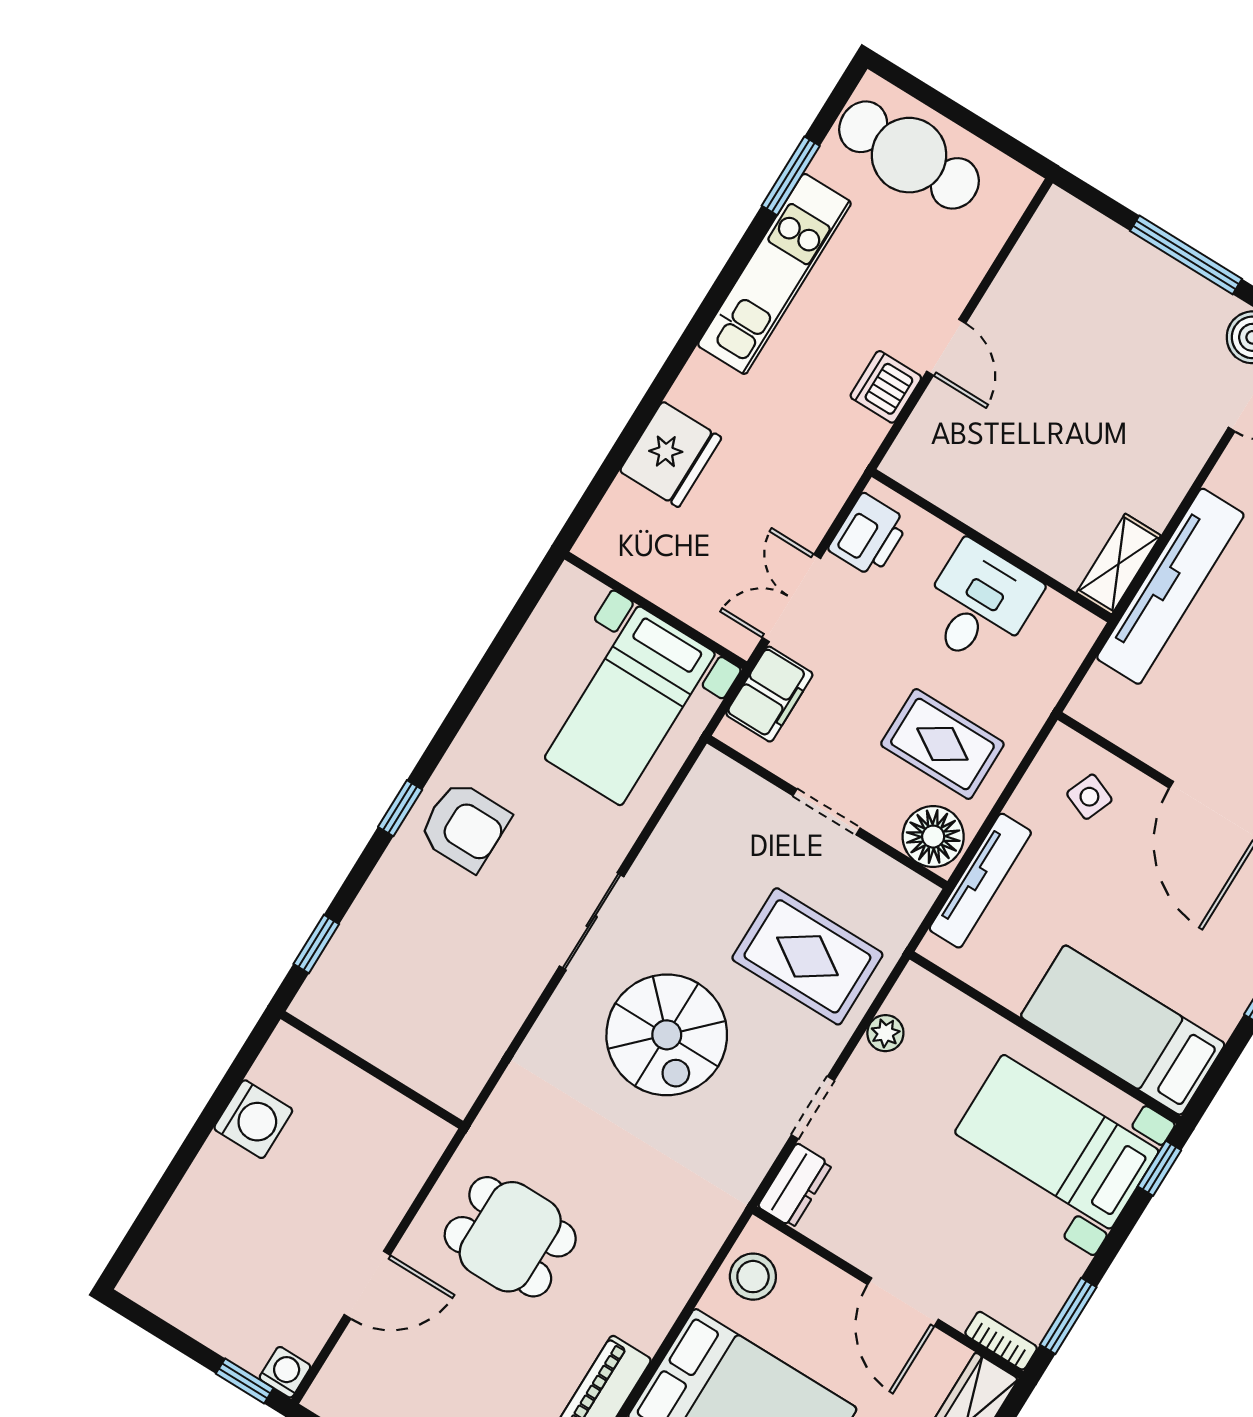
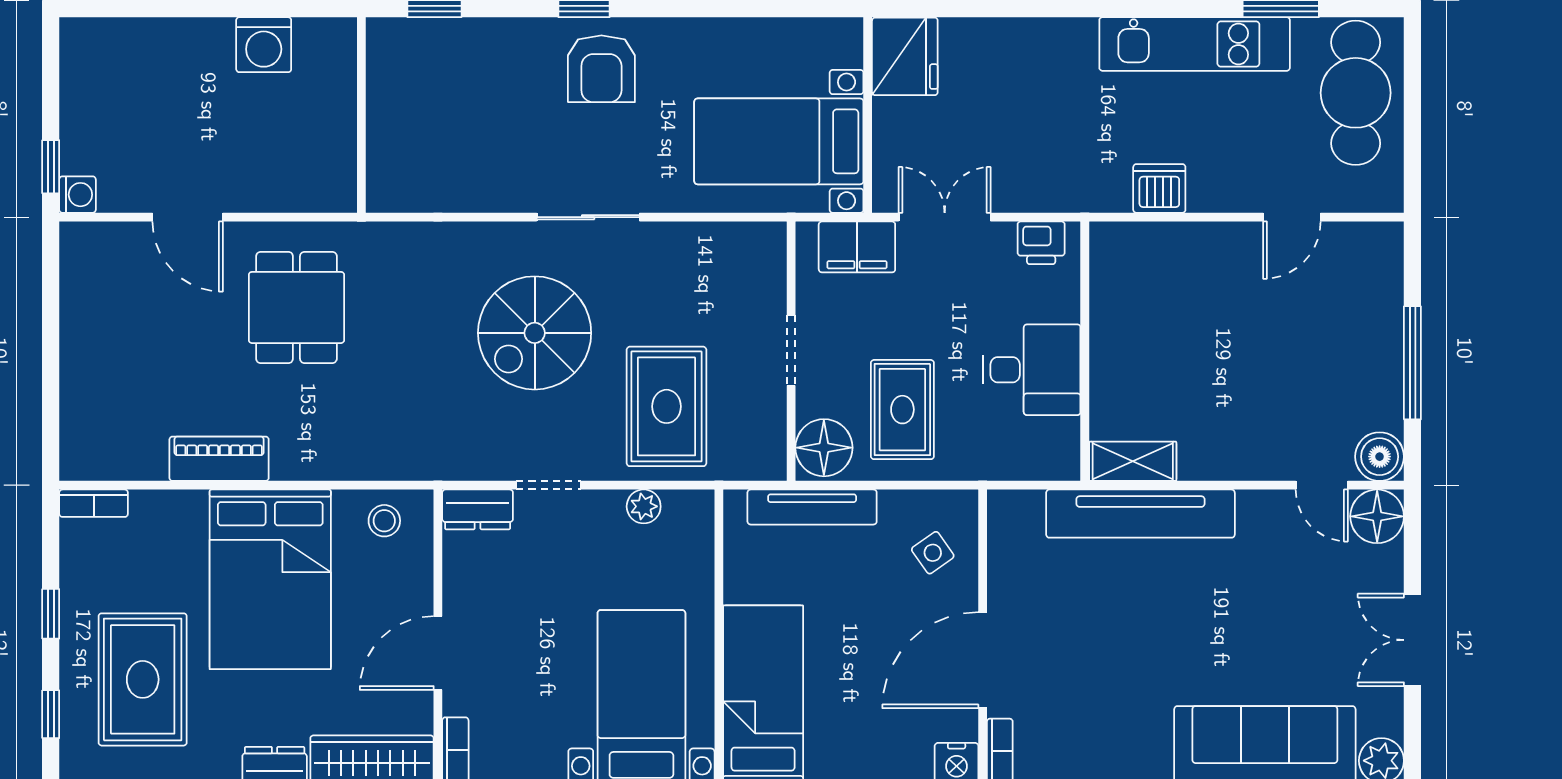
door: (946, 347) -> (1292, 217), moved
fridge: (671, 454) -> (905, 56), moved, turned -90
printer: (869, 535) -> (1041, 243), width x0.73, depth x0.81
side table: (1089, 797) -> (933, 553), turned 33
stool: (753, 1277) -> (384, 521), width x0.73, depth x0.73

